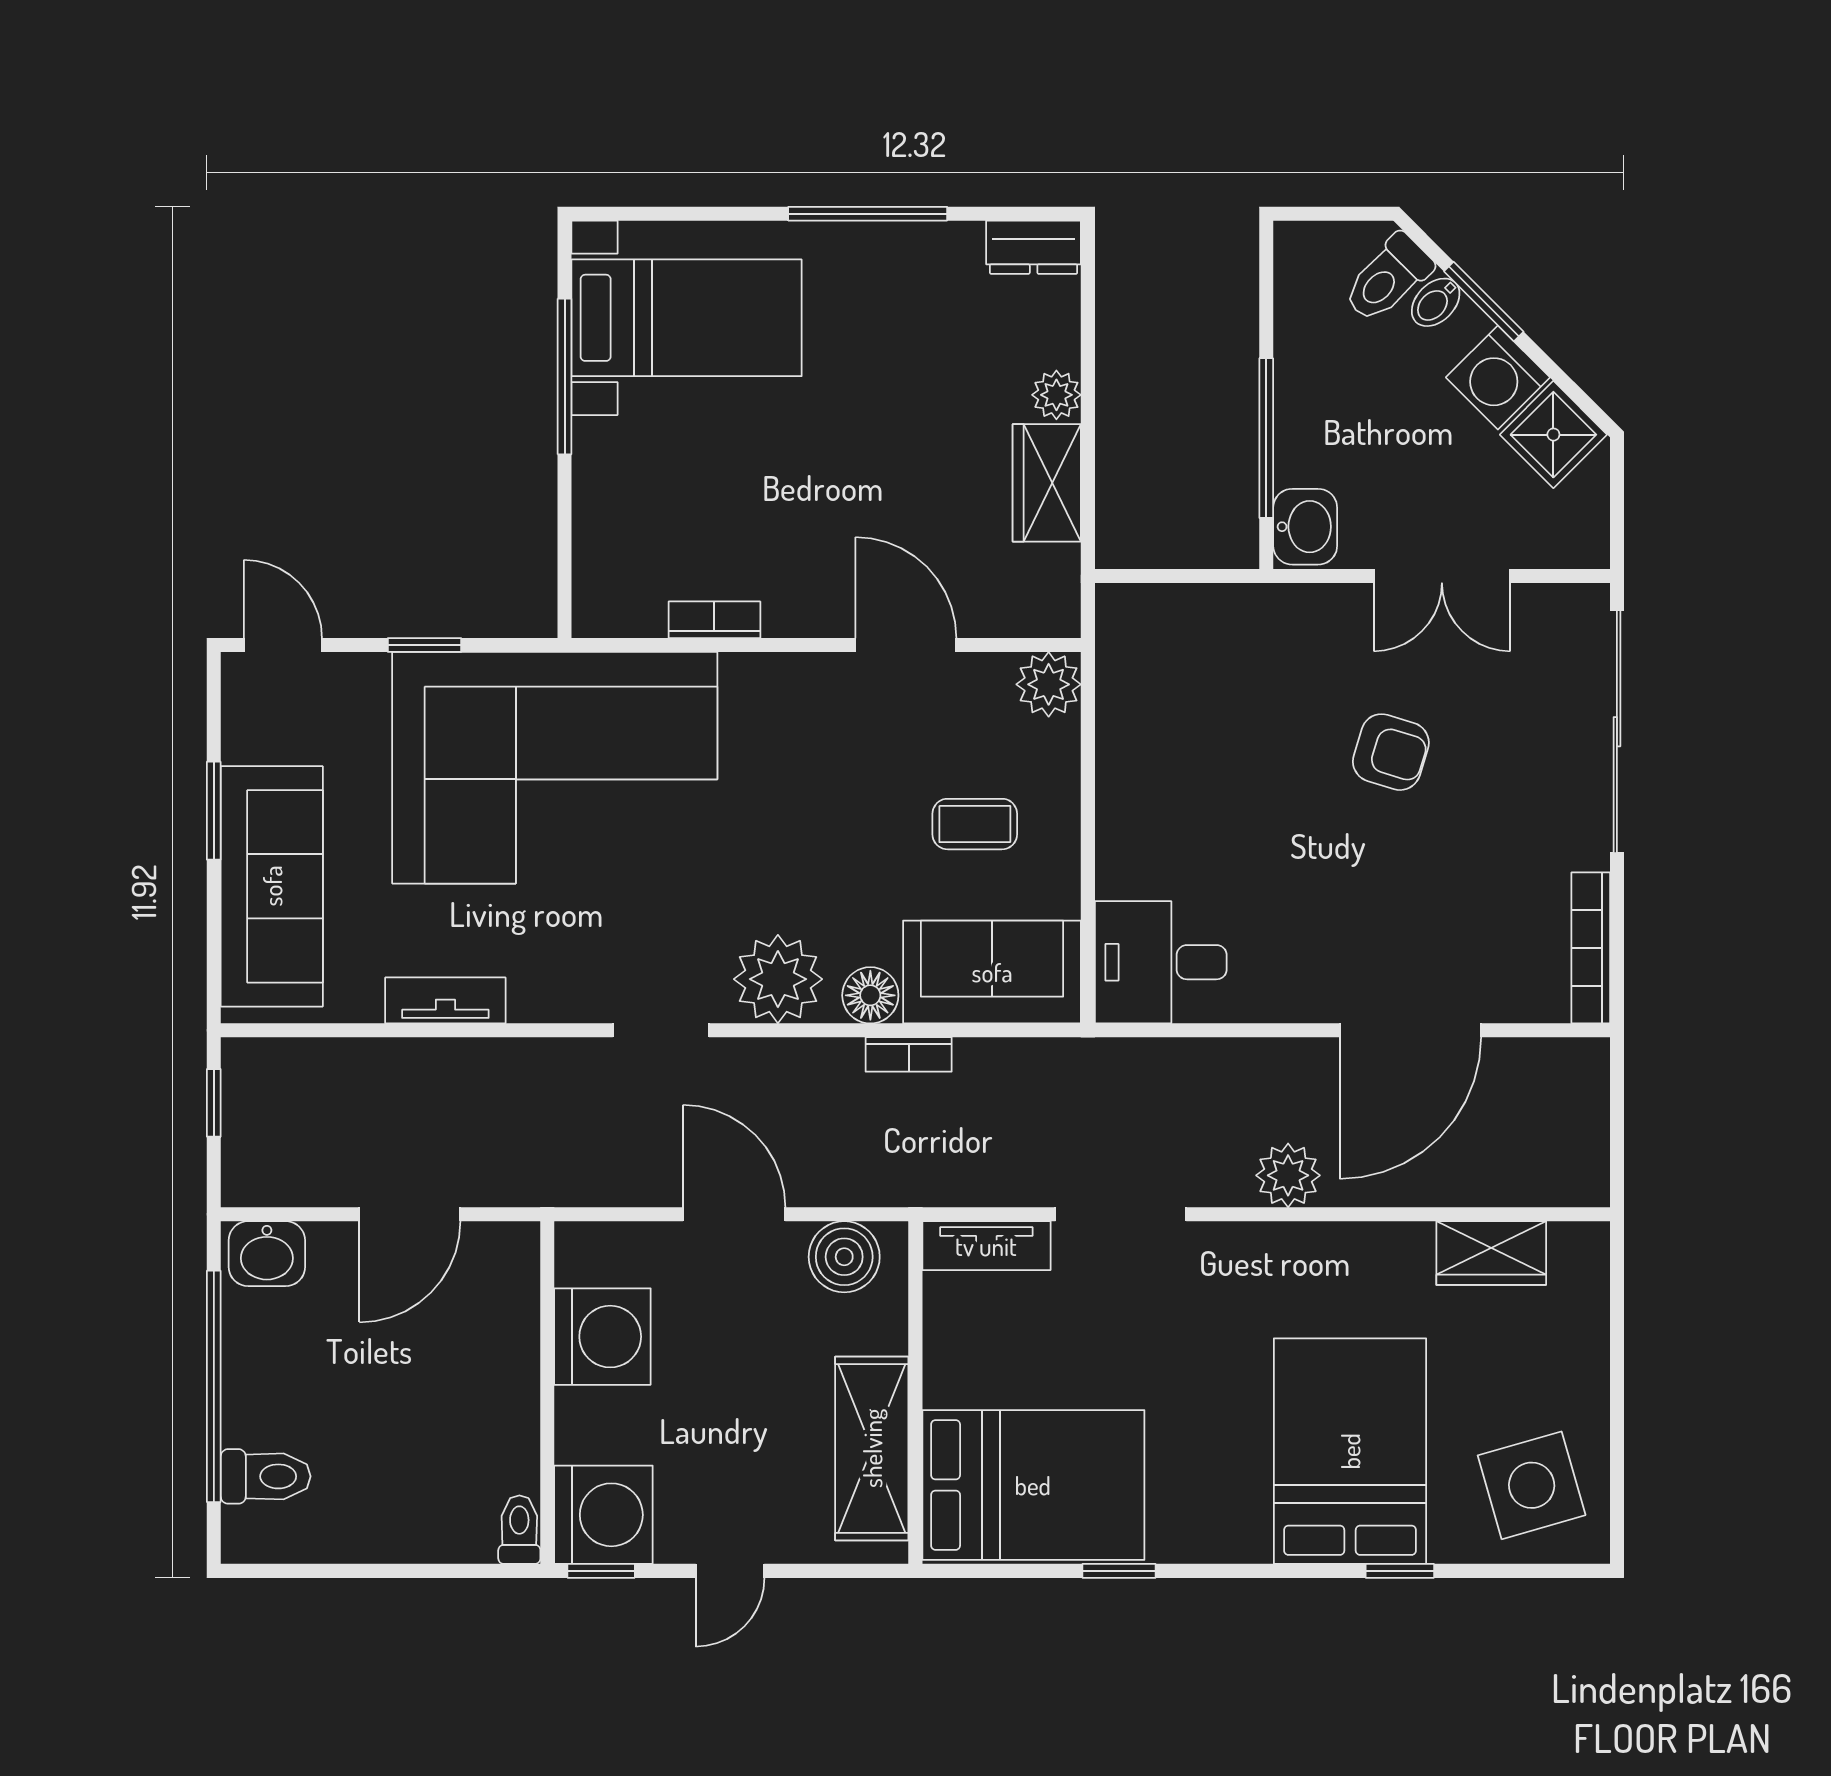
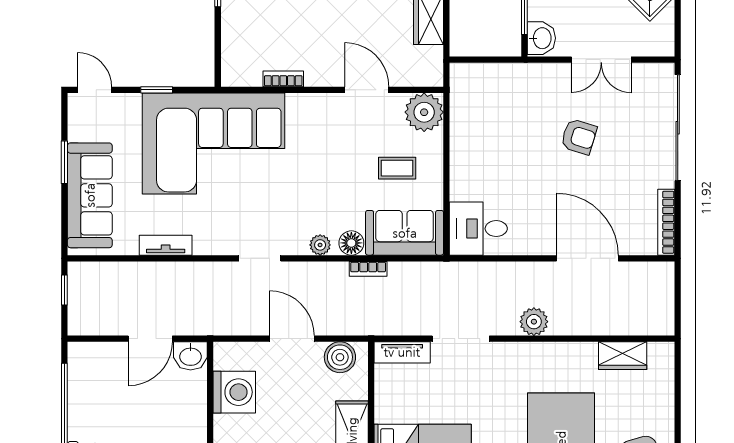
plant: (1049, 684) -> (424, 112), width x1.36, depth x1.36
plant: (778, 979) -> (320, 245), width x0.53, depth x0.53
door: (1410, 1030) -> (587, 258), swing flipped
washbasin: (267, 1254) -> (190, 356), moved

